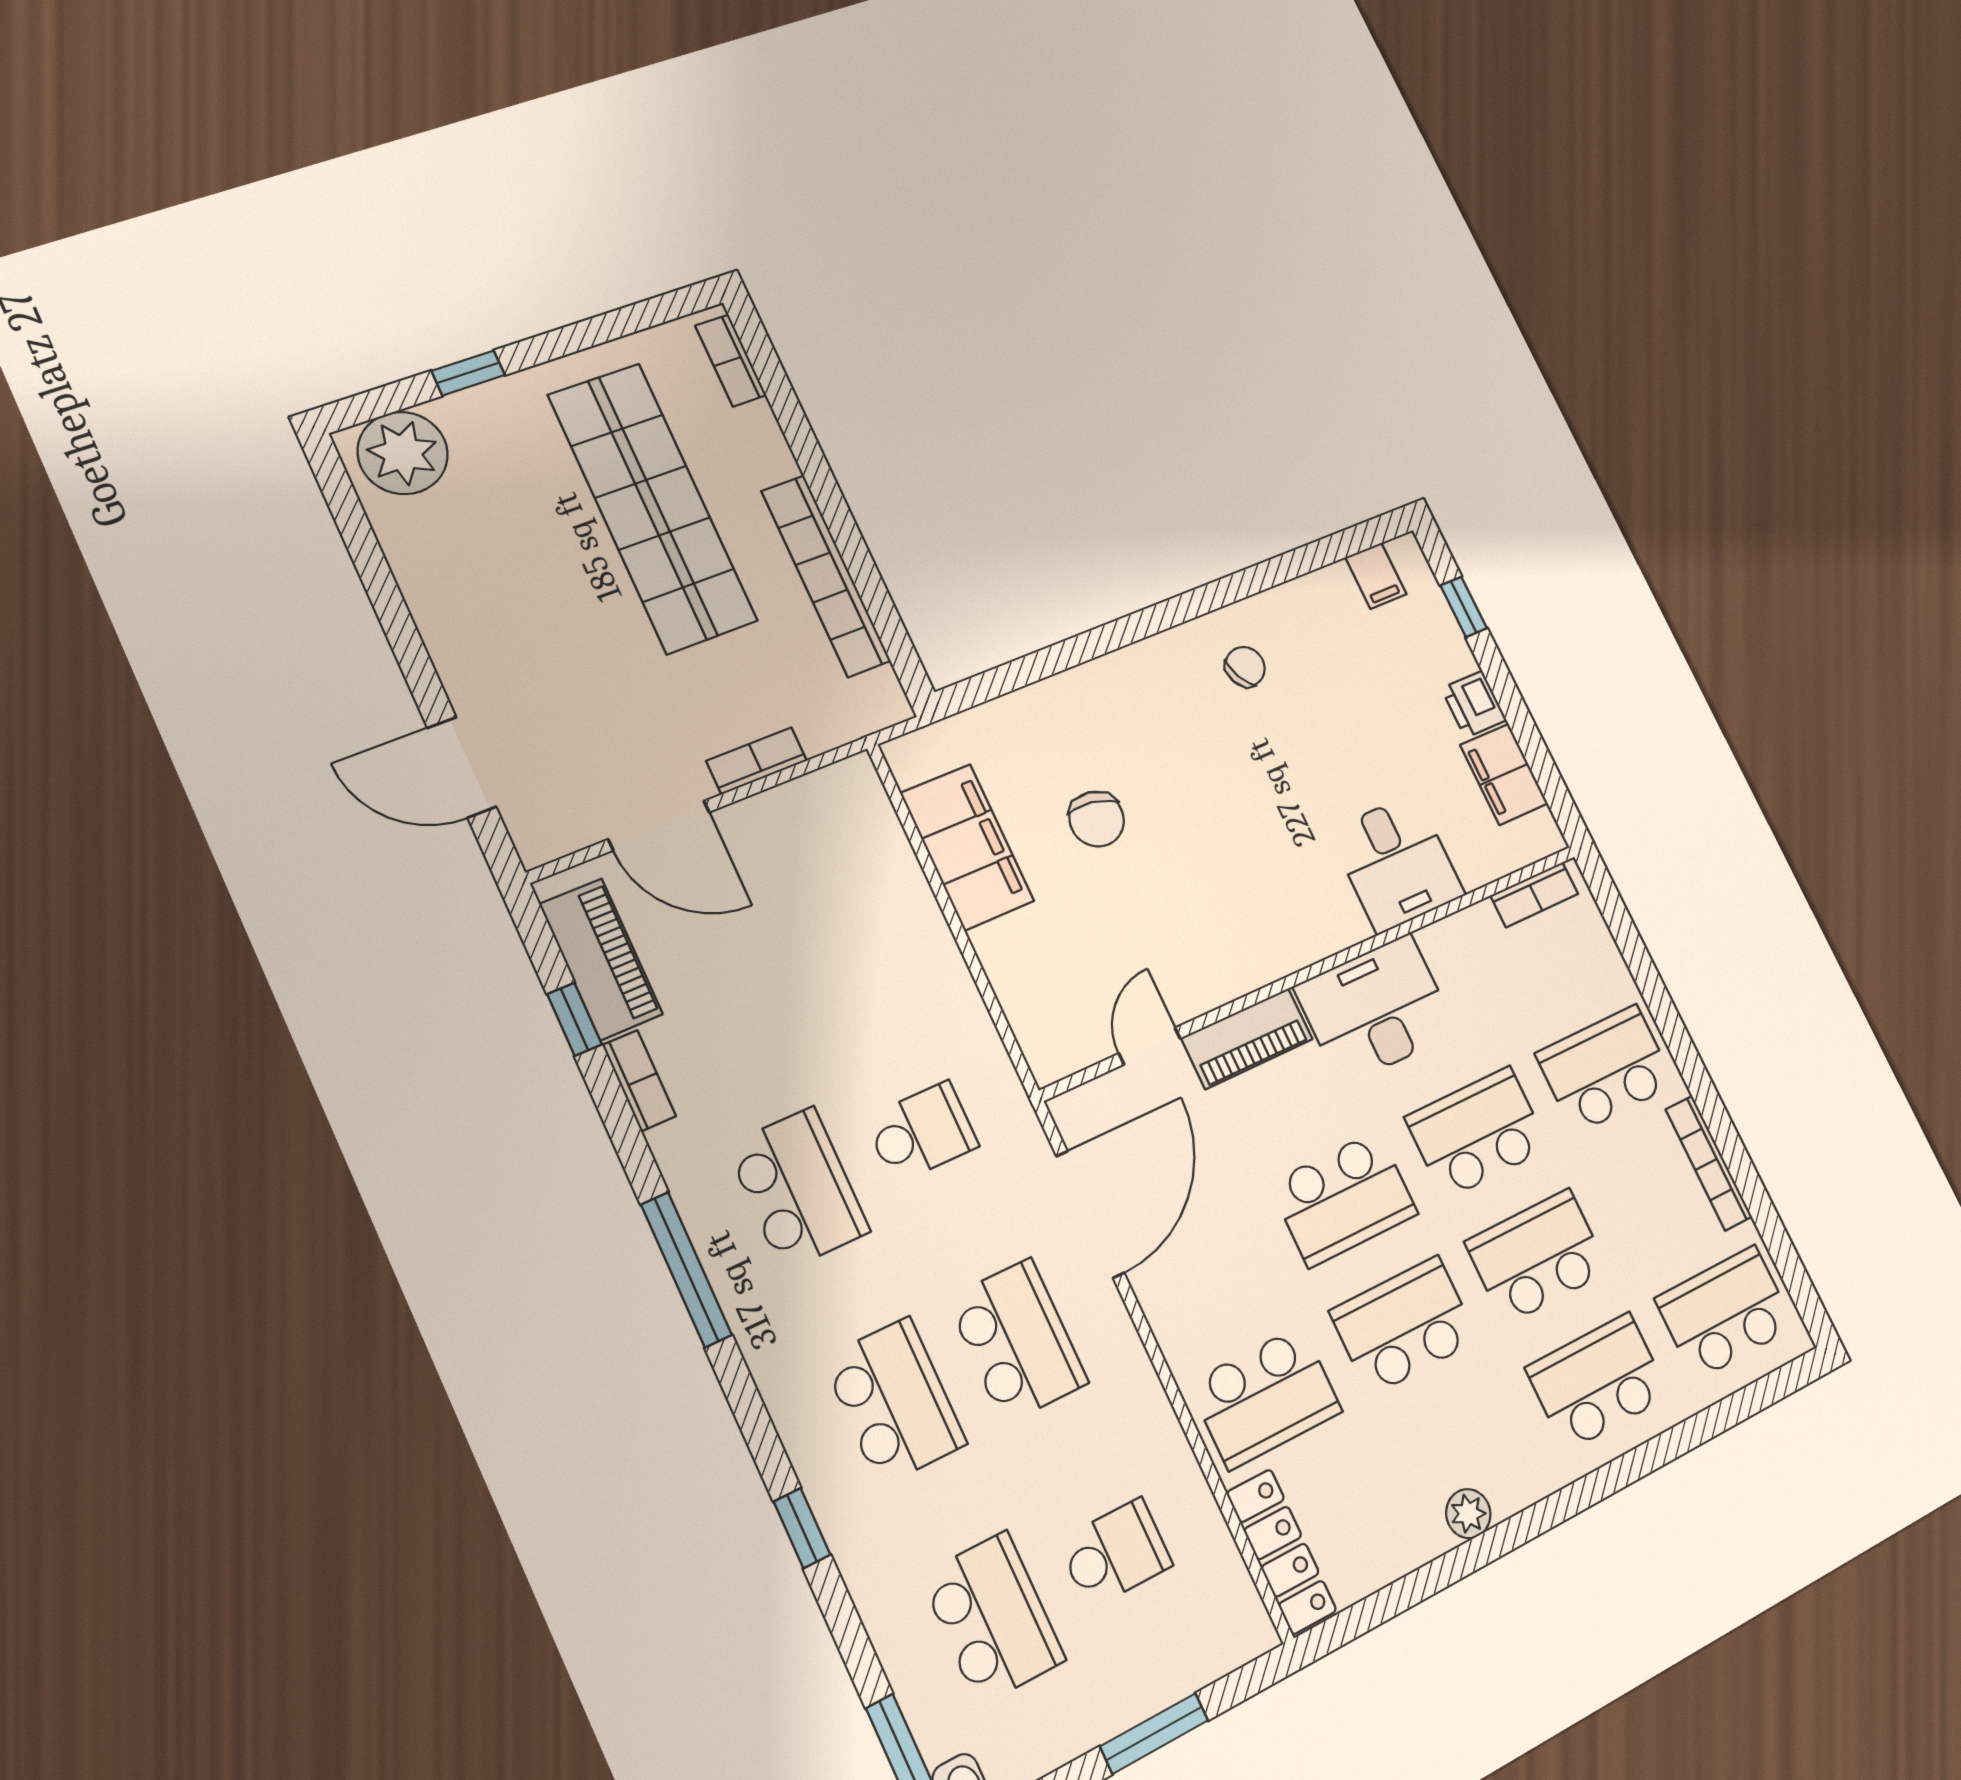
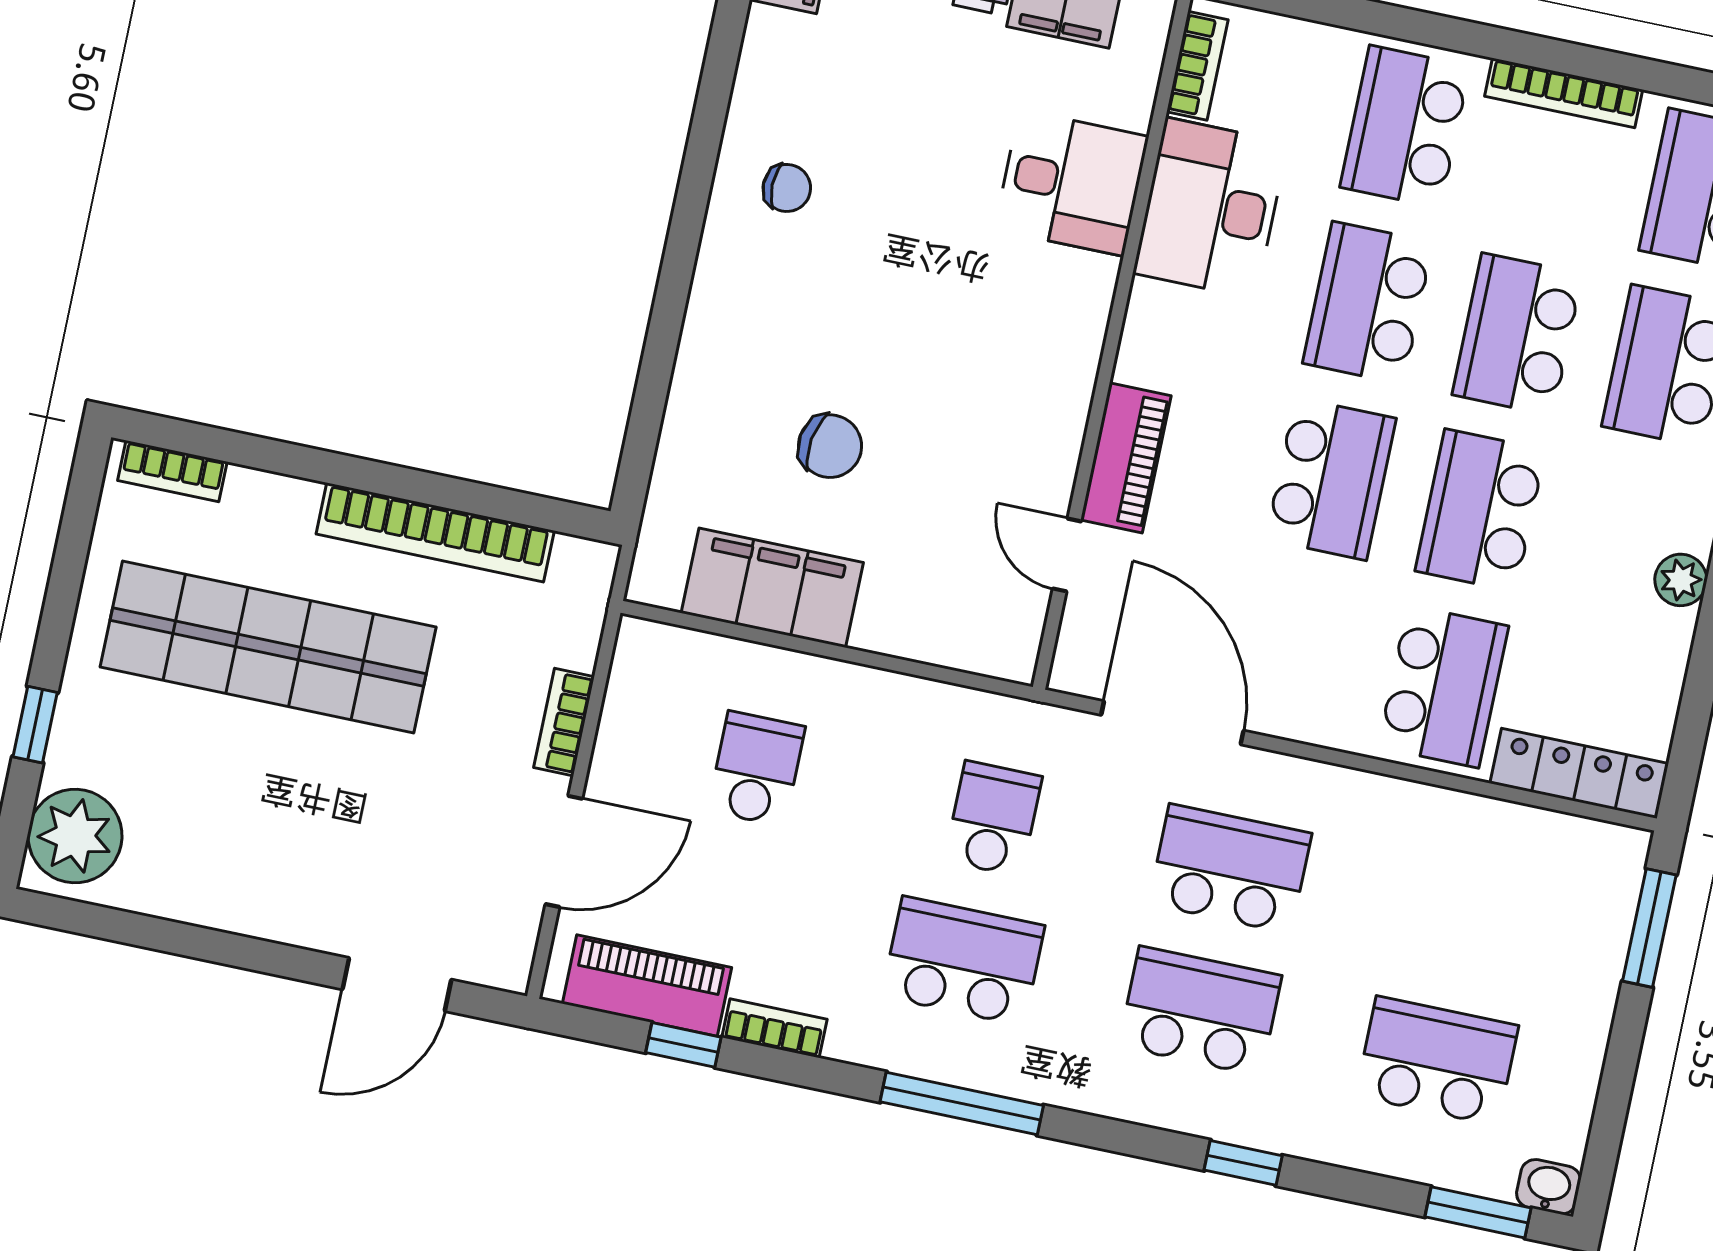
chair: (1245, 667) -> (787, 188), turned 117
desk: (1376, 1010) -> (1211, 208), moved
school desk: (1115, 1553) -> (756, 769), moved
window: (1154, 1733) -> (1649, 928), moved

